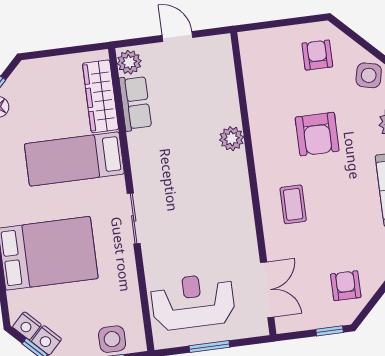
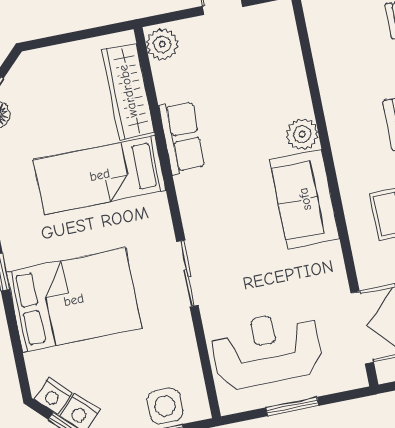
row of seats: (135, 103) -> (182, 137), moved
sofa: (230, 188) -> (305, 199), added
sliding door: (134, 218) -> (187, 273), moved

